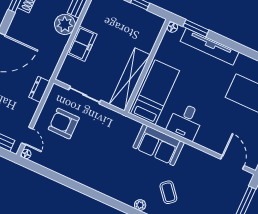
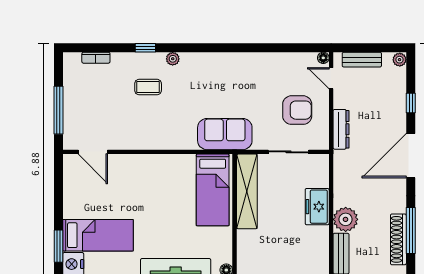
dresser: (39, 89) -> (341, 129), width x1.44
desk: (185, 122) -> (165, 173), removed
sofa: (158, 145) -> (225, 134), moved
coffee table: (168, 192) -> (148, 87), turned -50

